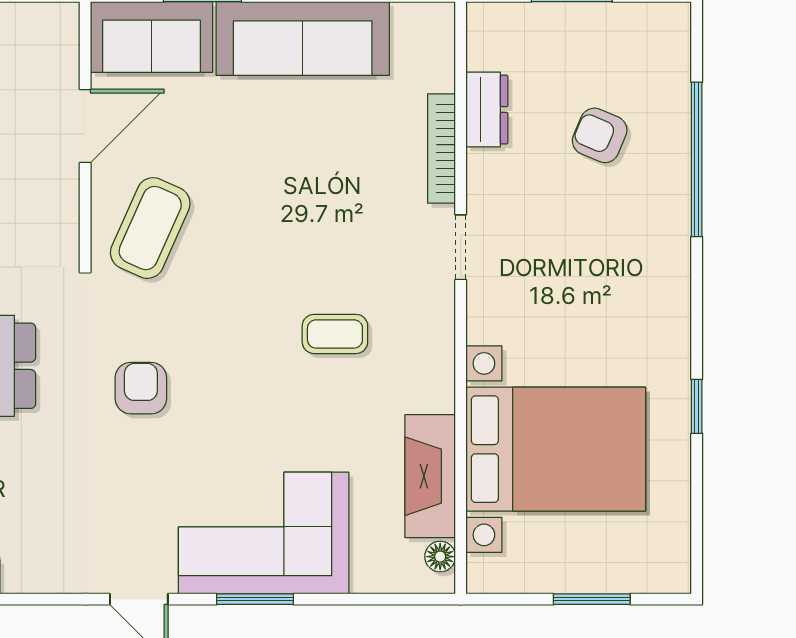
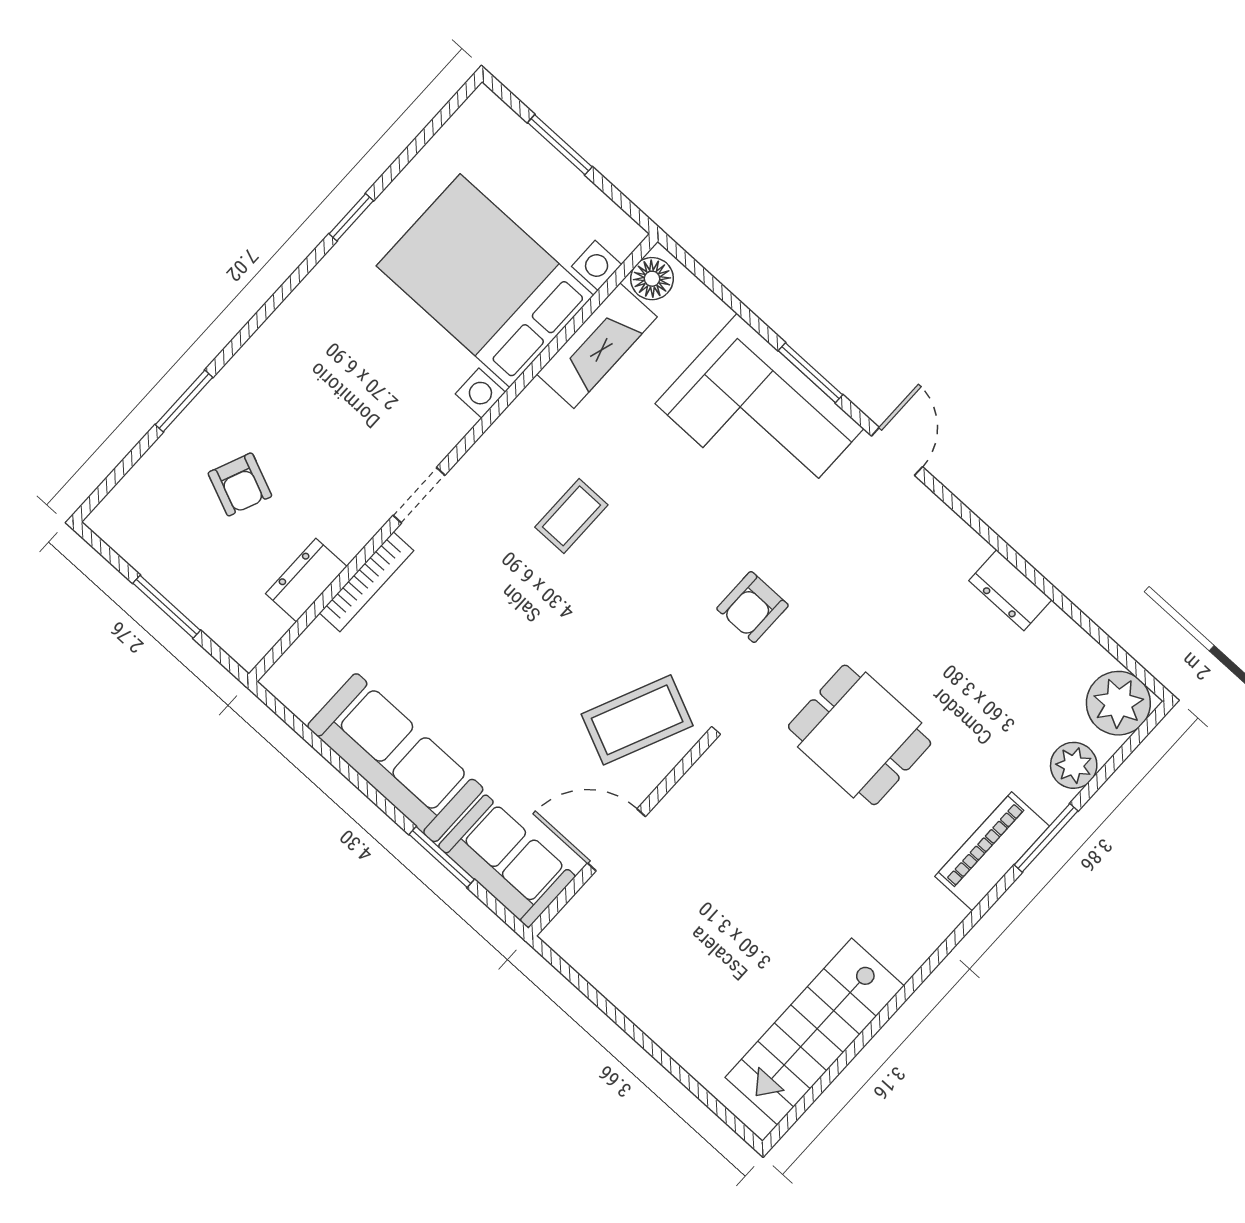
window: (697, 159) -> (184, 401), width x0.47
coffee table: (335, 334) -> (571, 516), turned 90
floor lamp: (440, 557) -> (652, 279), width x1.37, depth x1.37

